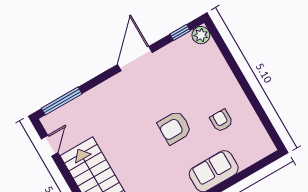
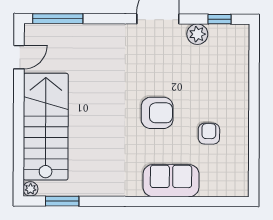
plant: (201, 35) -> (197, 34), moved
armchair: (175, 128) -> (157, 113), turned 180

